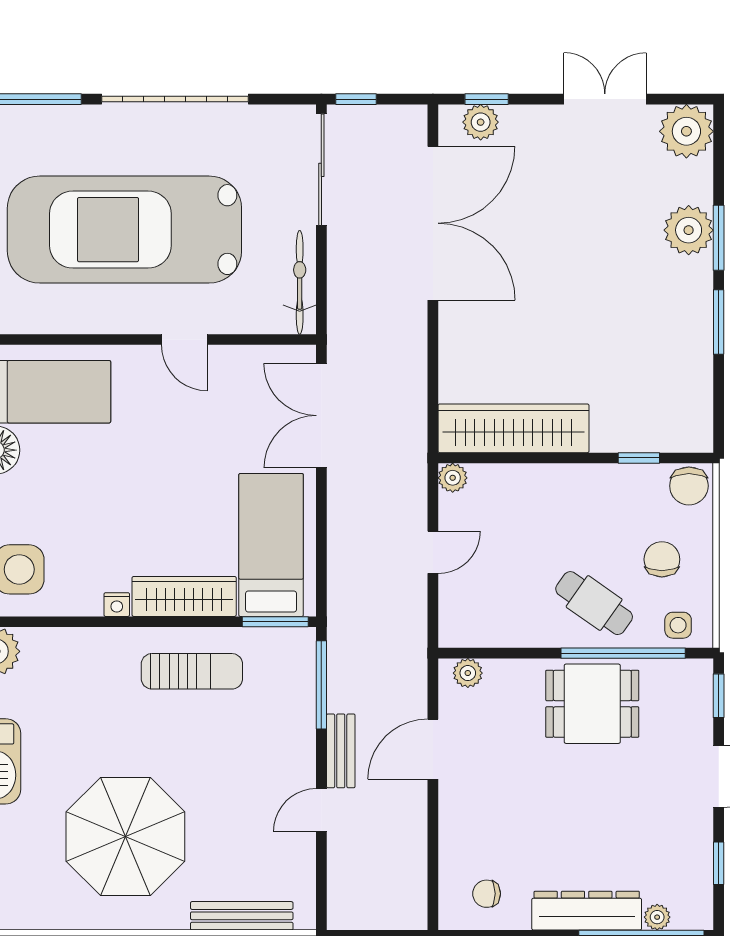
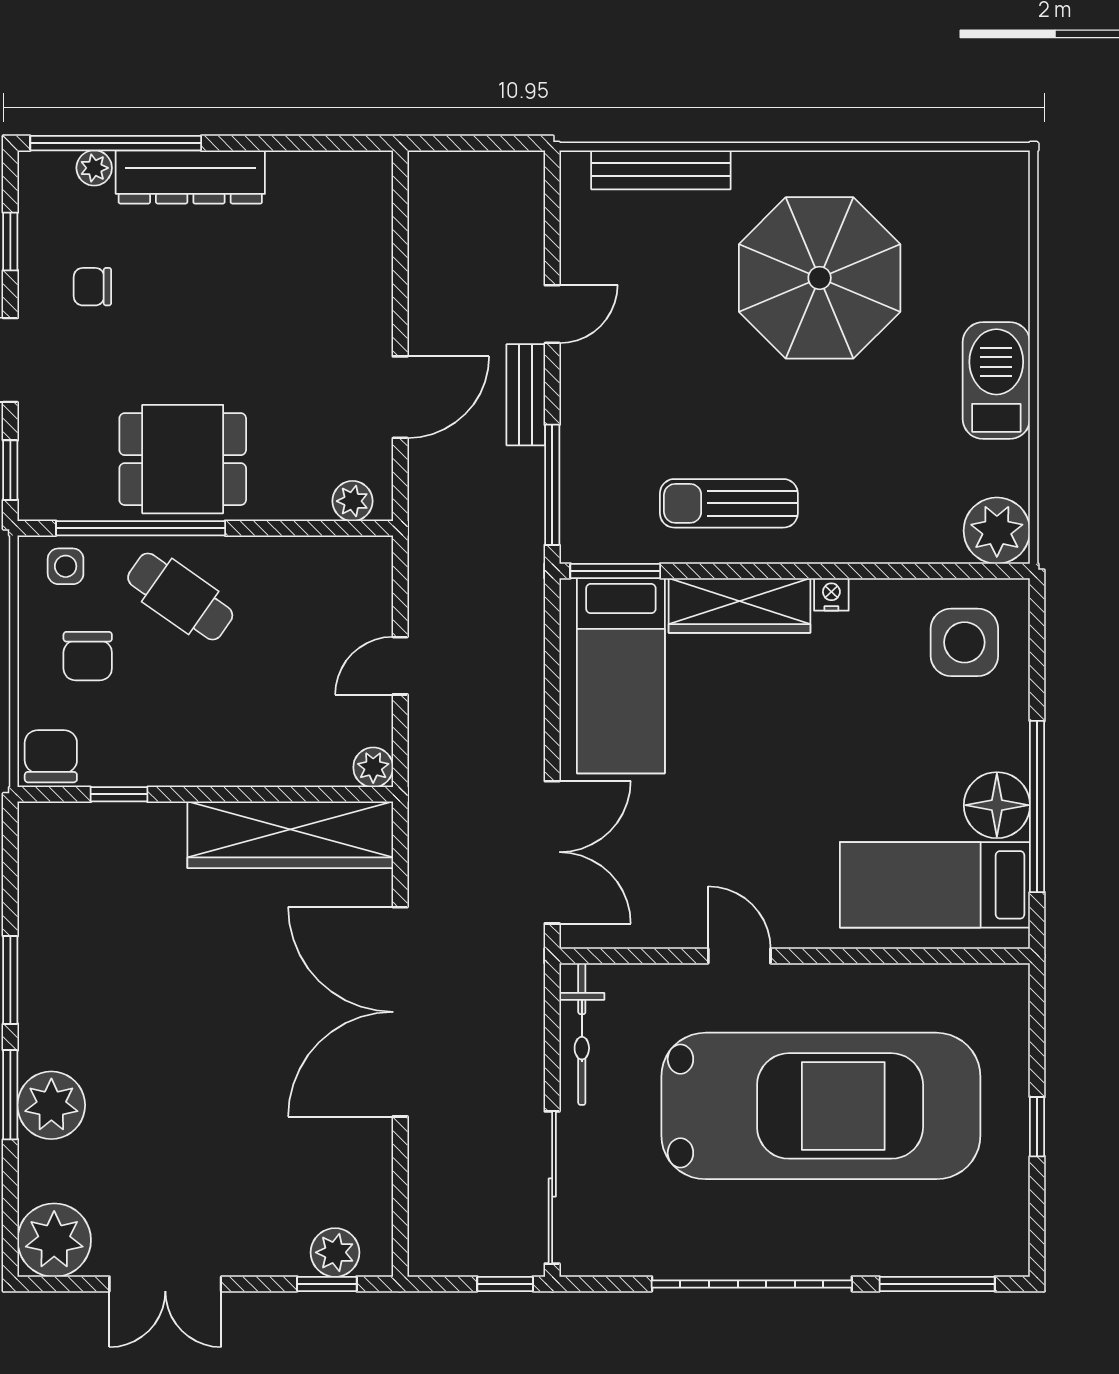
double door: (433, 223) -> (400, 1012), moved
chair: (487, 894) -> (92, 287), moved, turned 180

